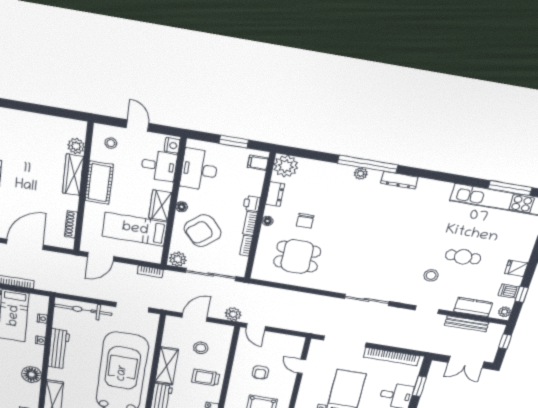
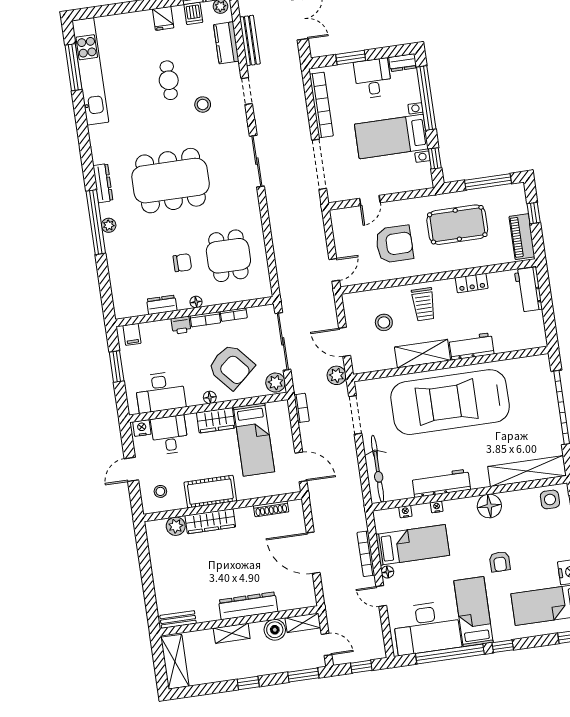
plant: (286, 166) -> (126, 305), removed
dining table: (378, 233) -> (171, 181), added
plant: (233, 314) -> (337, 375), moved
armchair: (261, 372) -> (394, 244), width x1.88, depth x1.88

